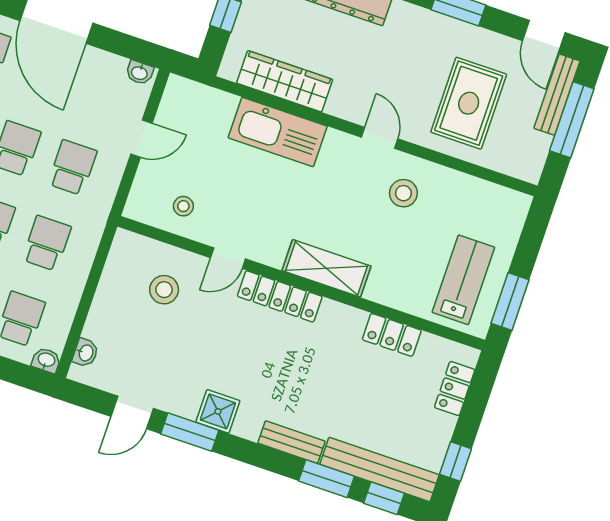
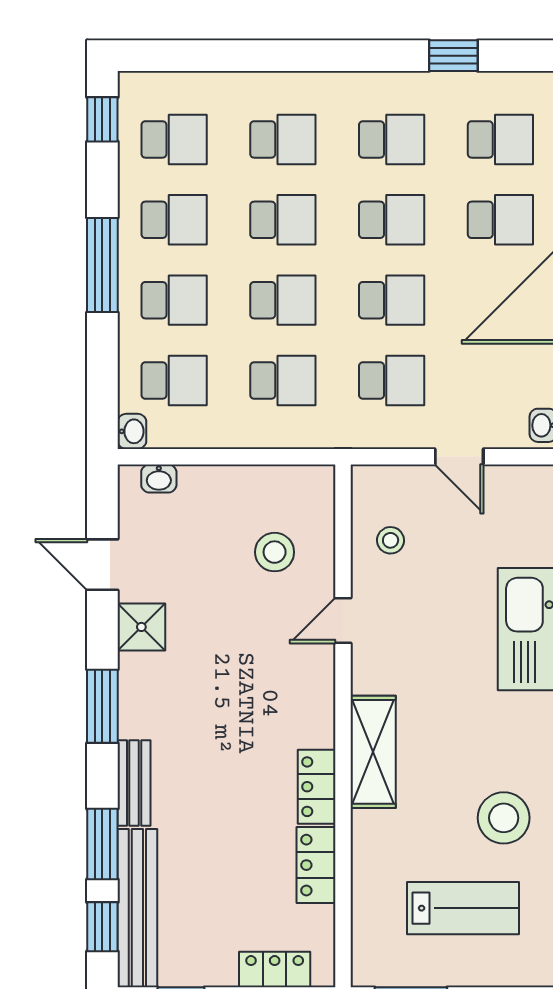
stool: (403, 193) -> (504, 818), width x1.38, depth x1.38
door: (228, 258) -> (343, 620), hinge flipped
lab bench: (463, 280) -> (463, 908), moved
locker: (280, 296) -> (317, 787), moved, width x0.66
shower: (218, 411) -> (141, 627), moved
window: (190, 432) -> (102, 706), moved

